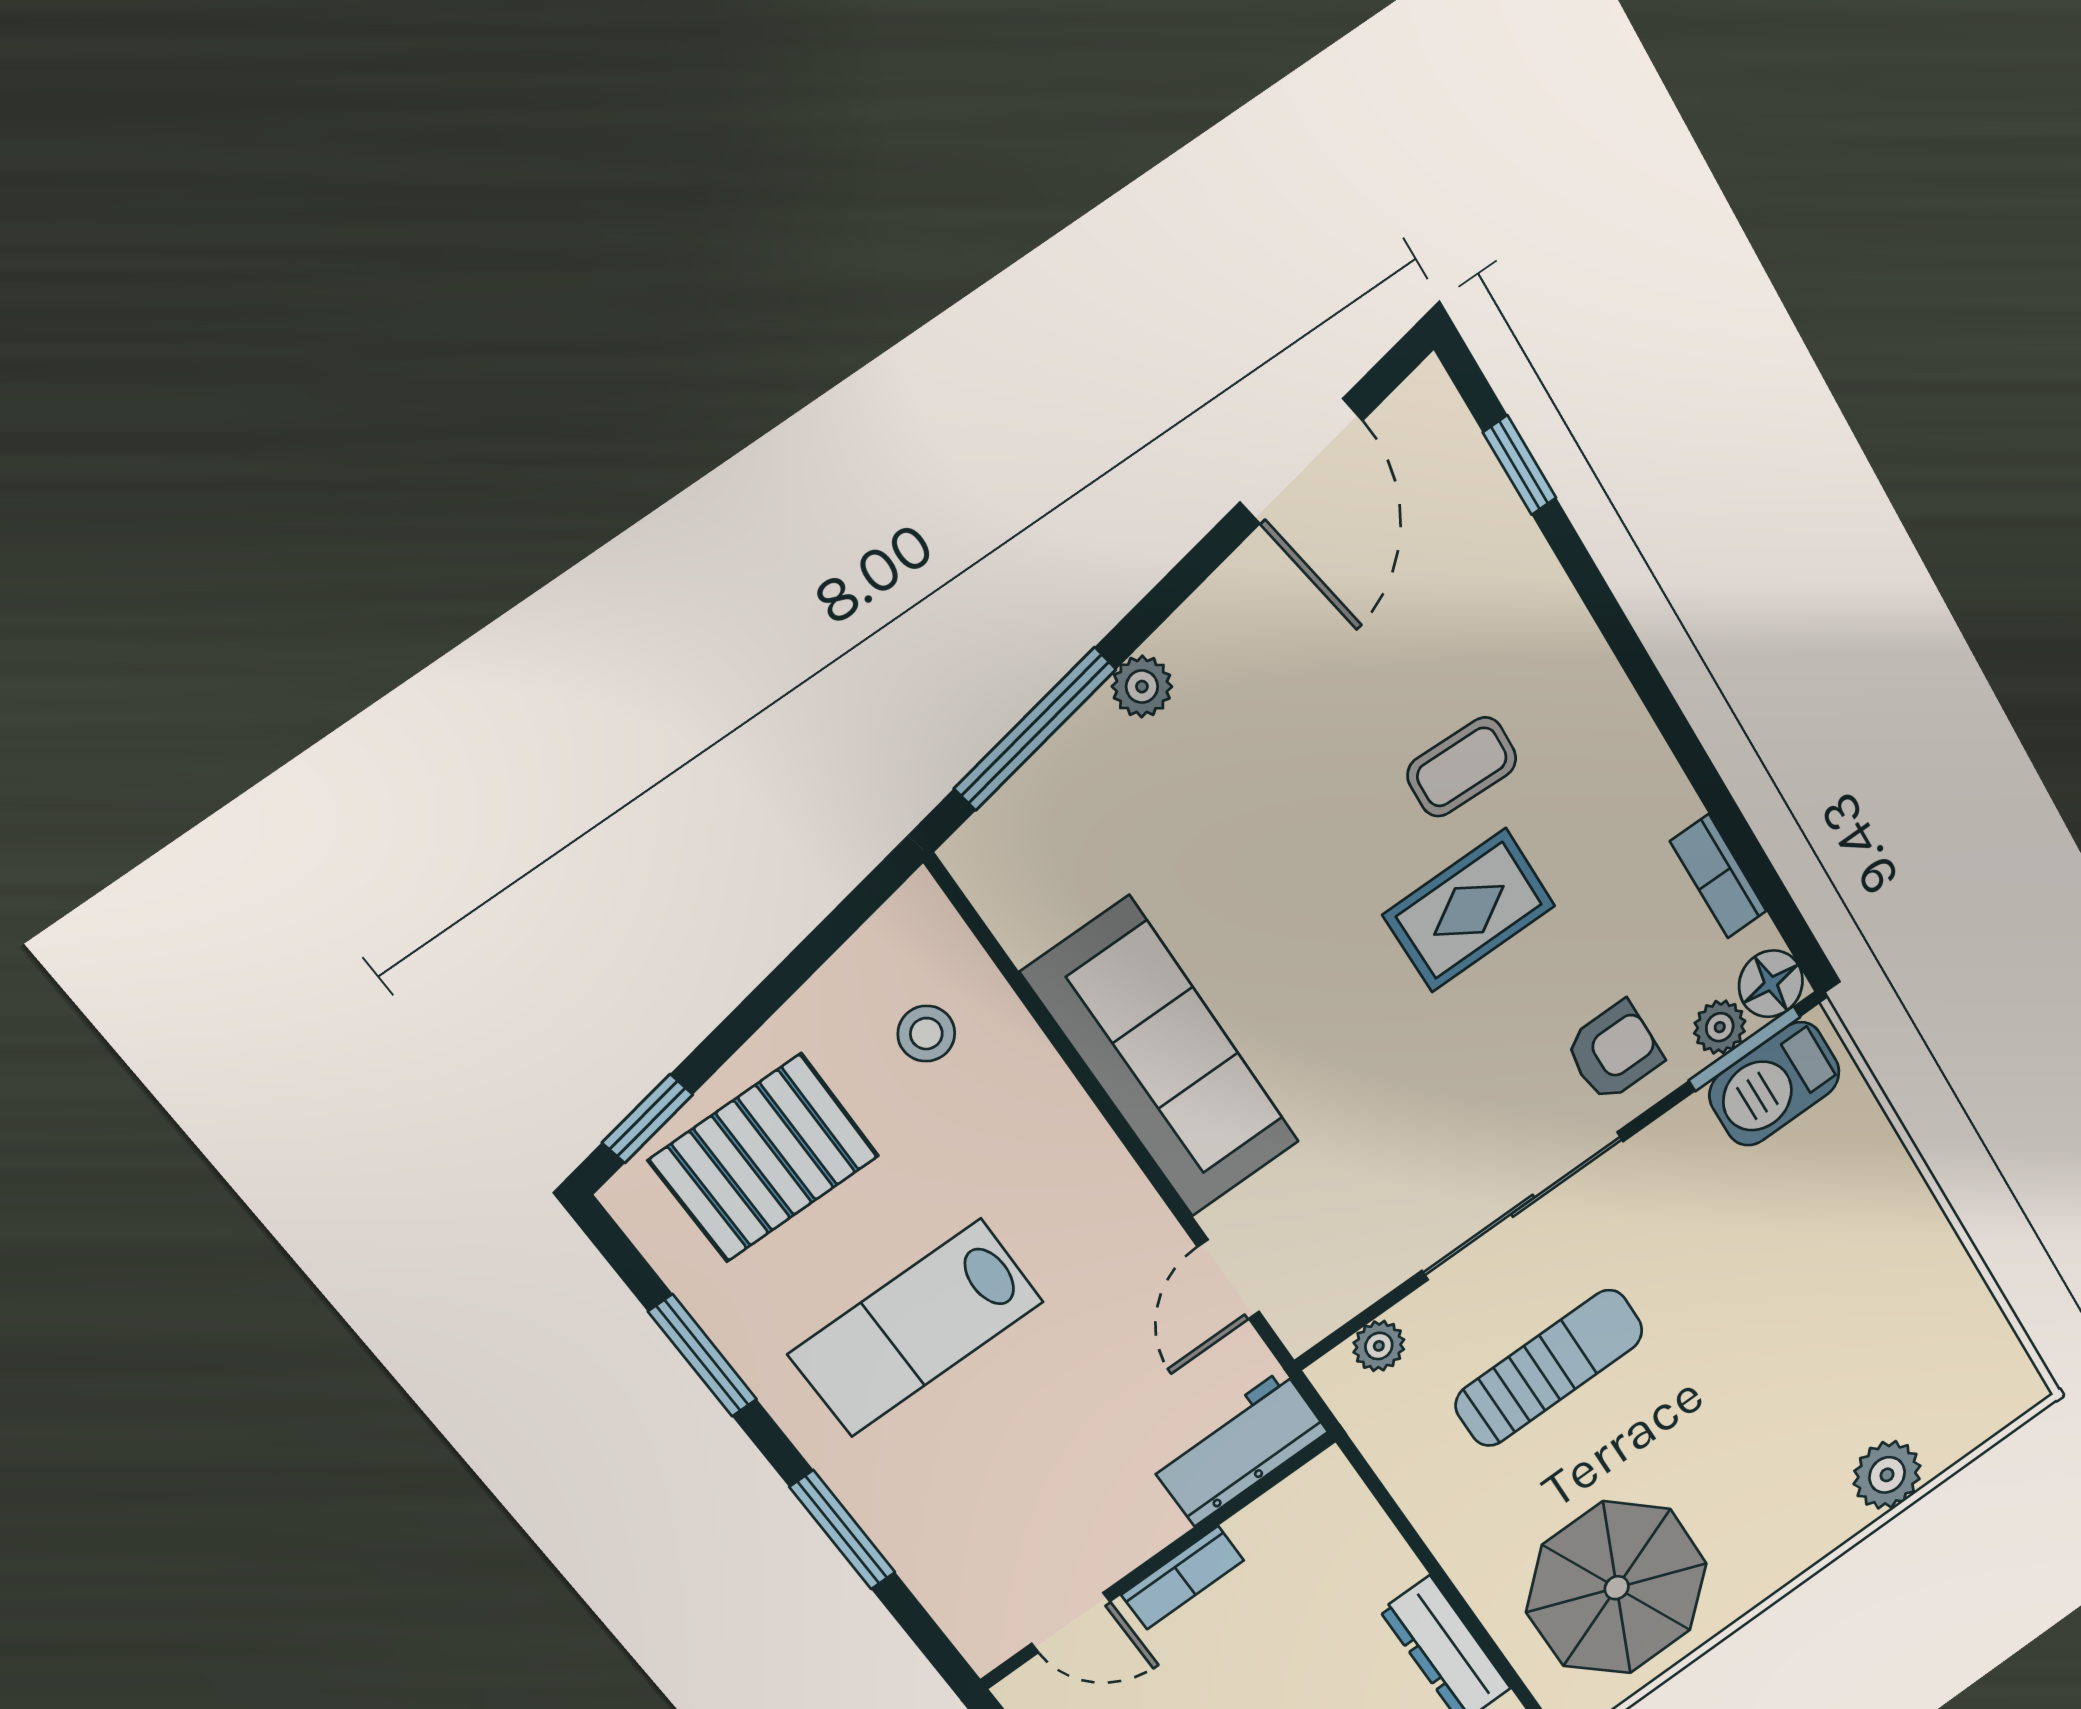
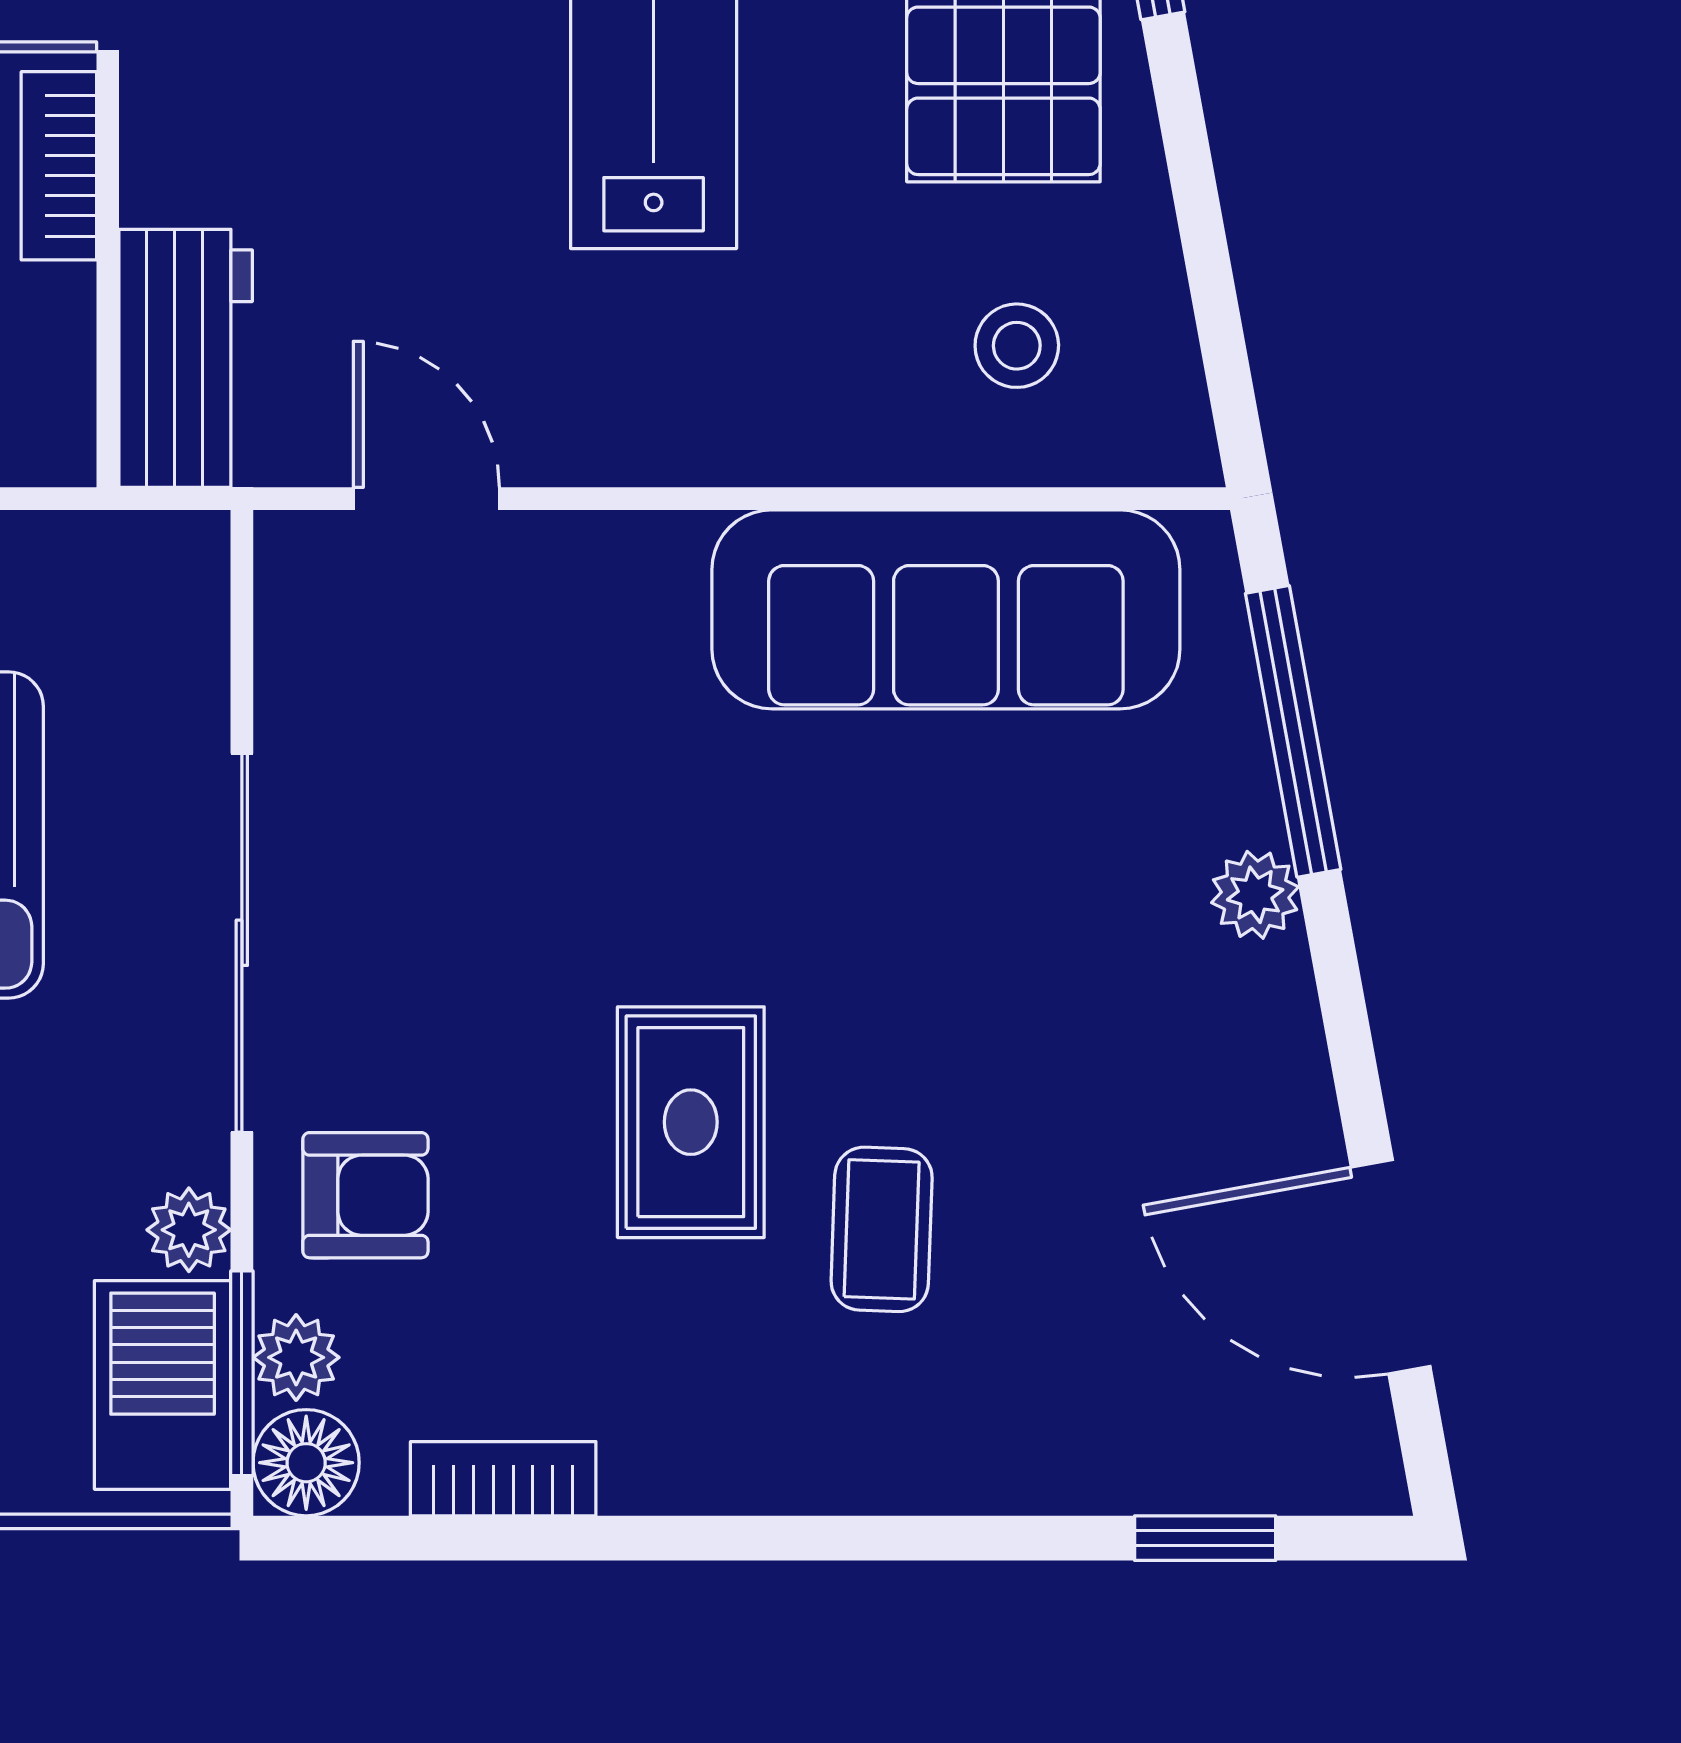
armchair: (1614, 1052) -> (365, 1195), turned -90
sofa: (1161, 1058) -> (946, 609), moved
plant: (1379, 1346) -> (189, 1230), moved

